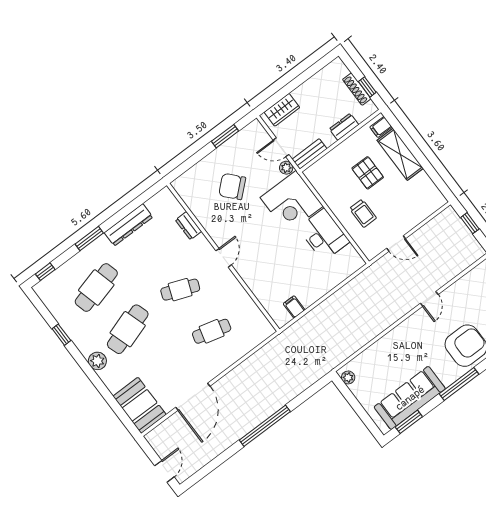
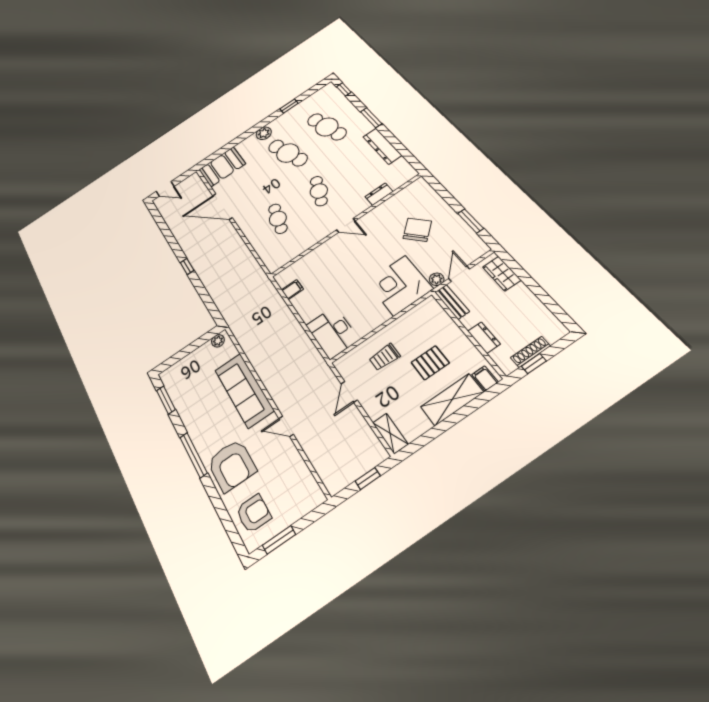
shelving: (431, 206) -> (390, 433), added
desk: (324, 235) -> (332, 332), moved, turned 90
sofa: (410, 398) -> (244, 390), moved, turned 180
window: (265, 426) -> (187, 266), width x0.32

